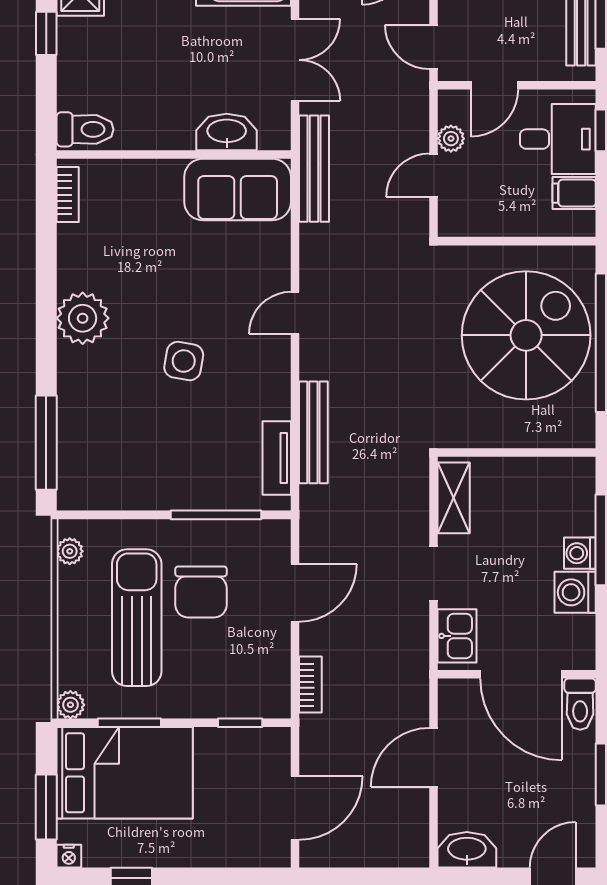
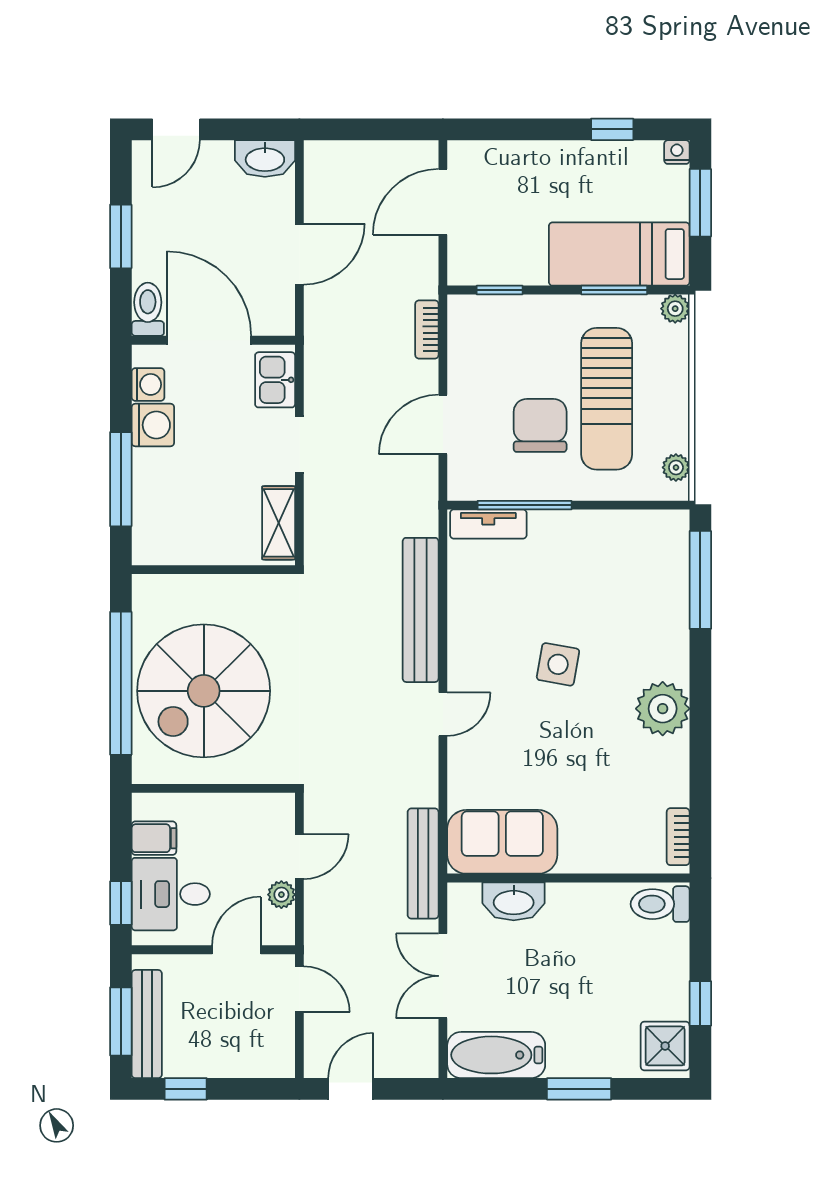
bench: (313, 432) -> (421, 610), width x1.37, depth x1.21
tv unit: (277, 458) -> (488, 524), moved, turned 90
washing machine: (580, 553) -> (148, 384), moved
bed: (125, 773) -> (619, 254), width x0.67

